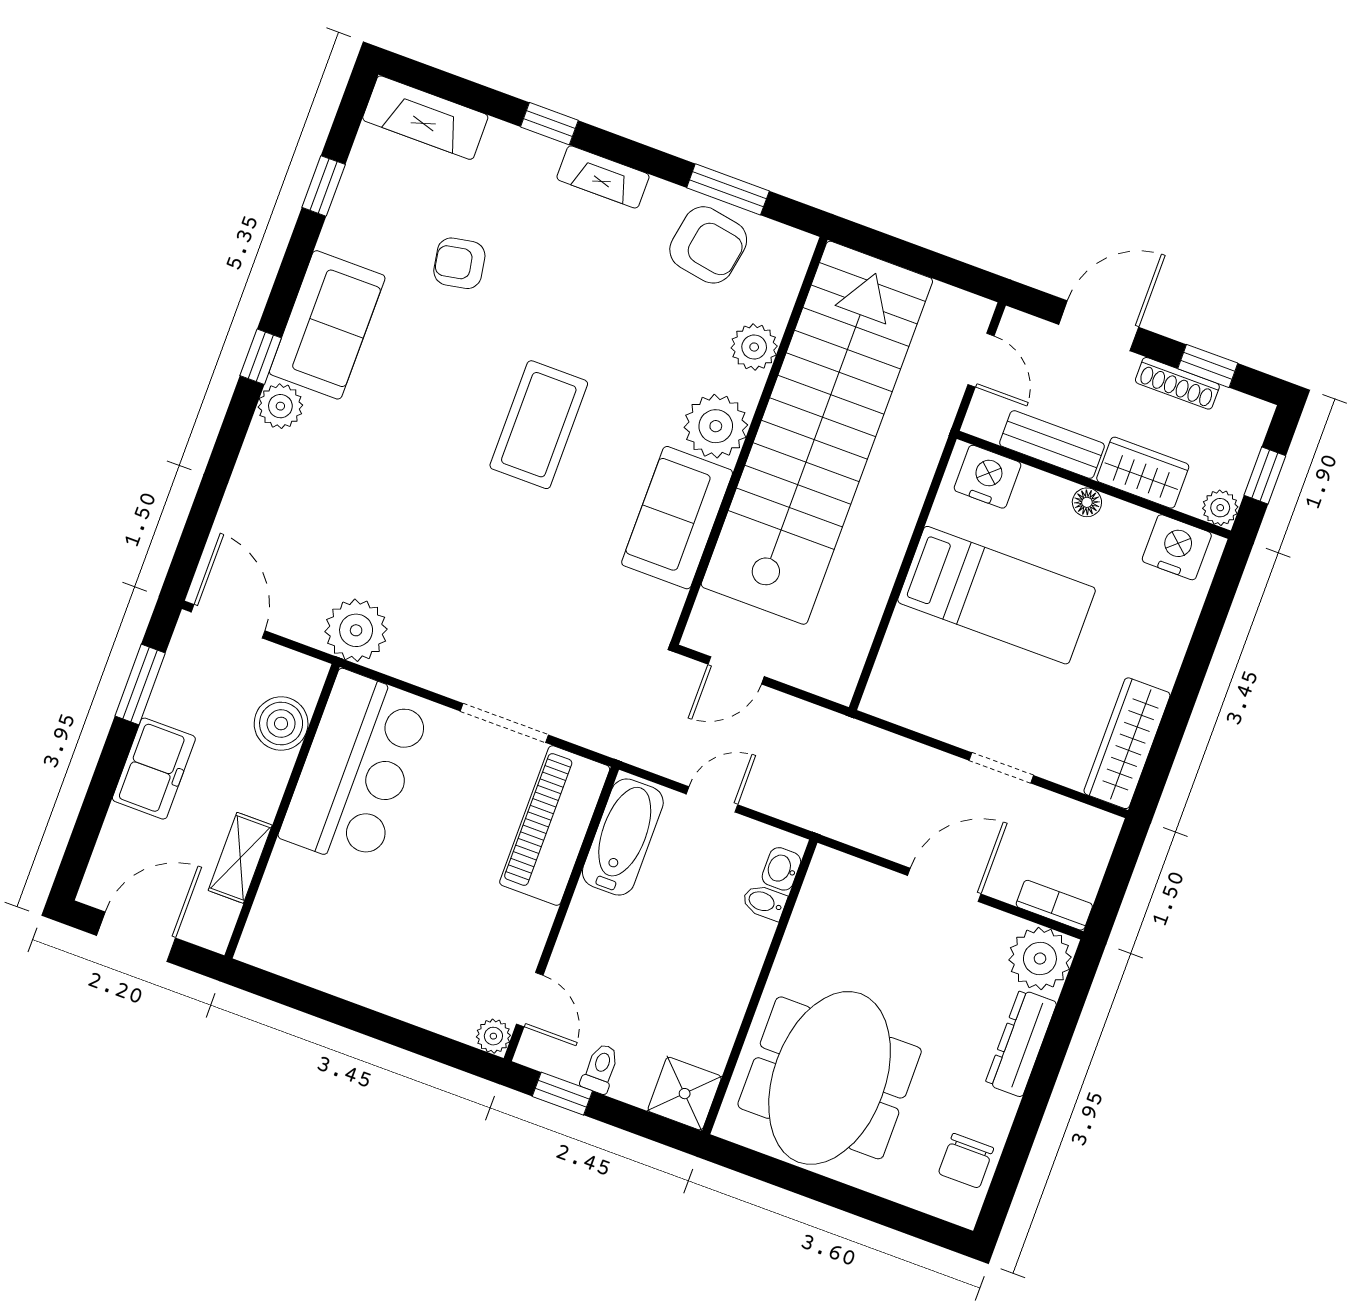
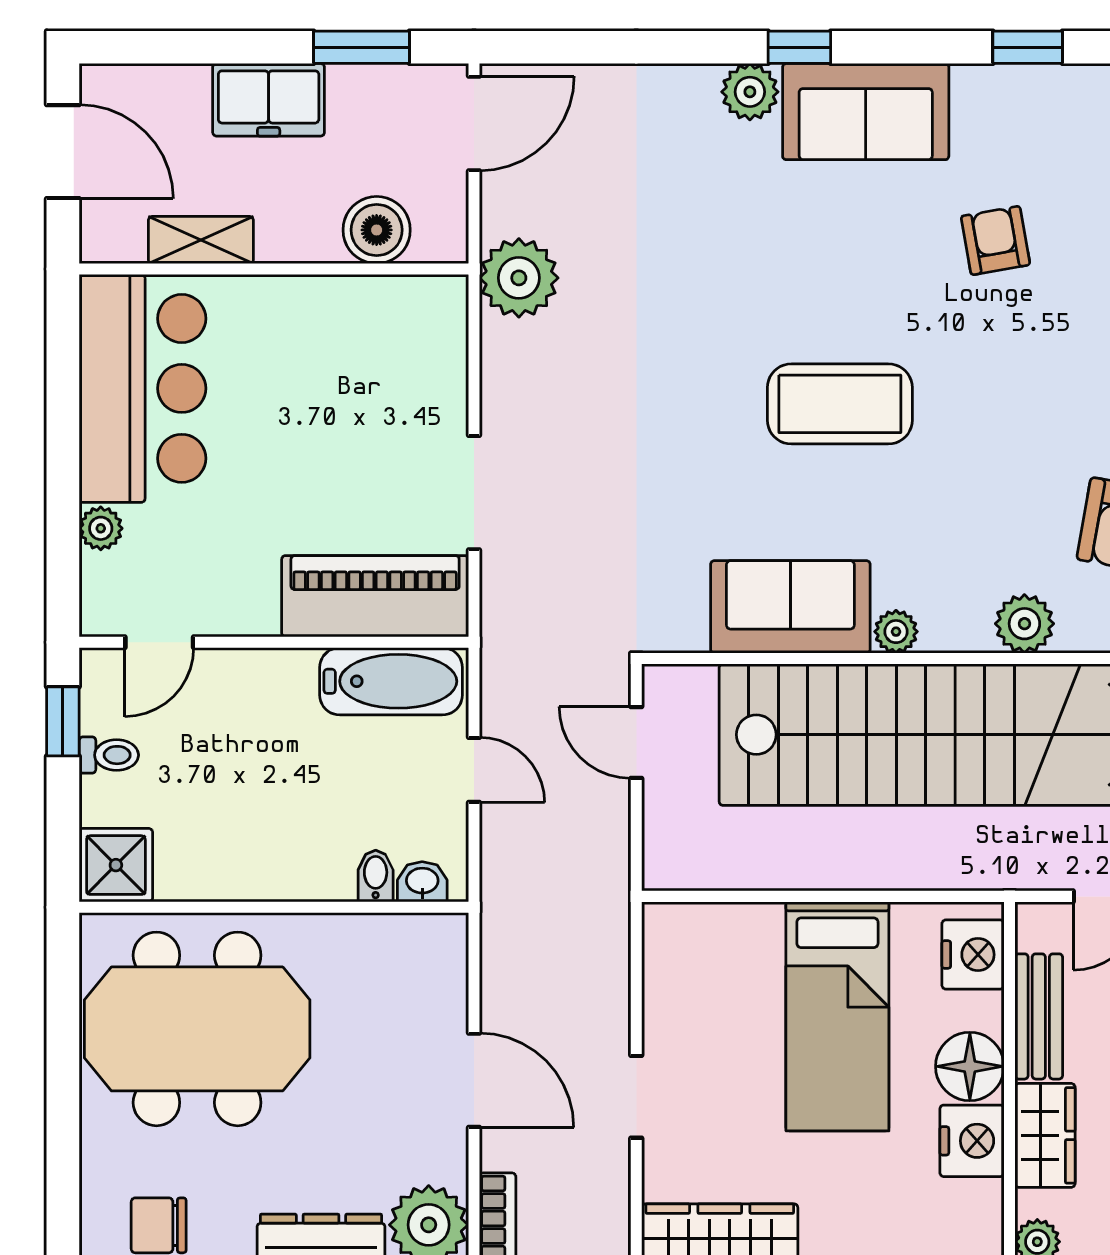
plant: (716, 426) -> (896, 632), width x0.53, depth x0.53
floor lamp: (1087, 502) -> (970, 1066), width x1.89, depth x1.89
nightstand: (1177, 547) -> (972, 1141), moved
bar counter: (356, 770) -> (142, 388), moved, turned -90
plant: (493, 1036) -> (101, 528), moved

